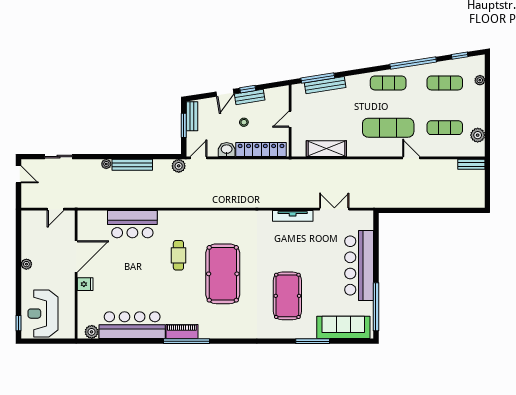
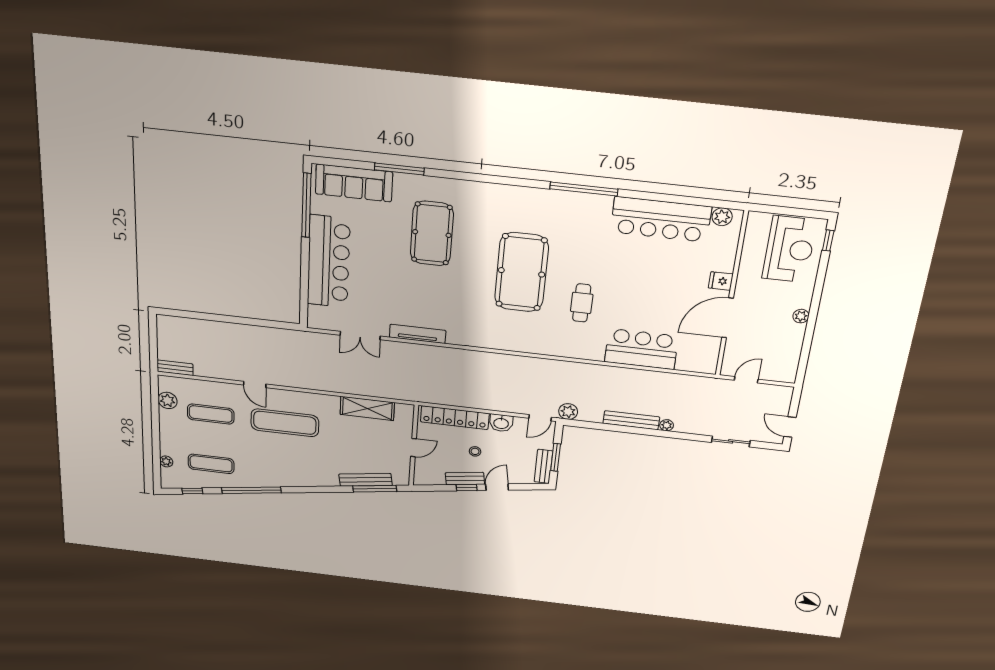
exercise mat: (388, 83) -> (284, 473), removed
piano: (182, 331) -> (589, 203), removed

